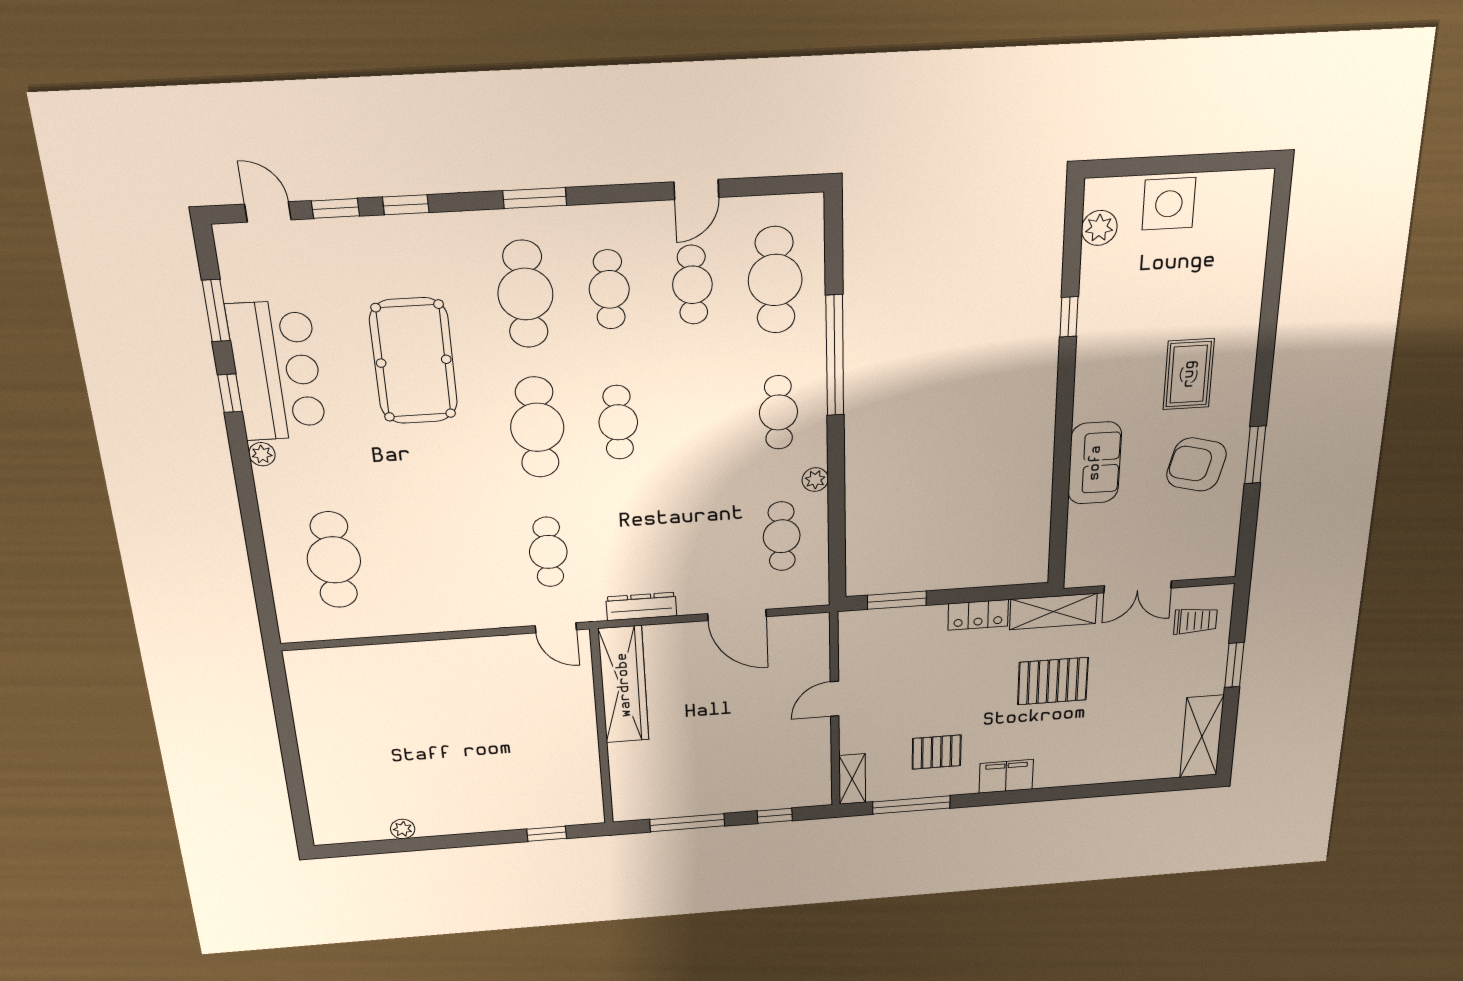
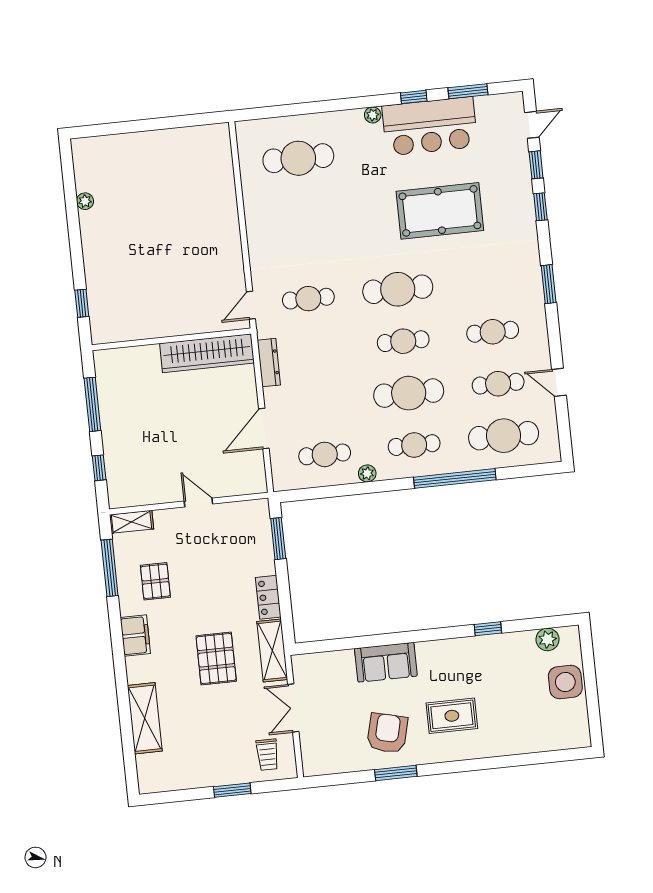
cafe table: (525, 294) -> (409, 393), moved
shelving: (1202, 736) -> (145, 718), moved, turned 90

